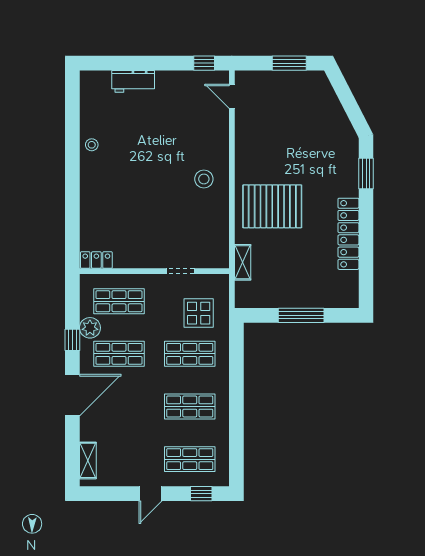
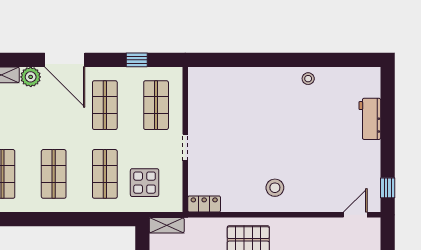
locker: (96, 260) -> (204, 204), moved, turned -90
shelving: (243, 262) -> (167, 225), moved
doorway: (180, 271) -> (185, 147), moved
plant: (90, 328) -> (31, 77), moved
window: (72, 340) -> (137, 60), moved

